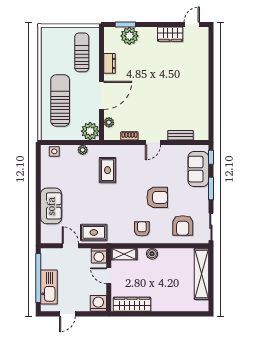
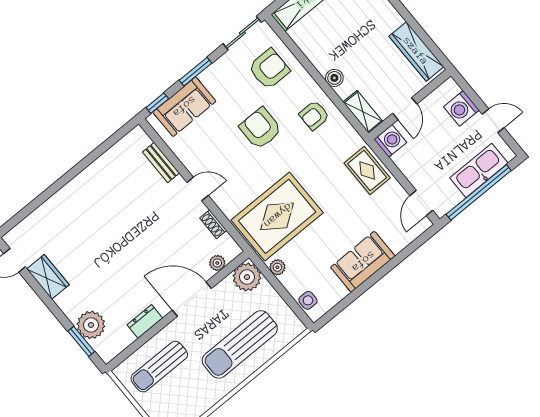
rug: (108, 170) -> (277, 216), width x1.86, depth x2.06
sofa: (51, 206) -> (363, 262), moved
door: (70, 246) -> (421, 203), moved
washing machine: (98, 303) -> (461, 108), moved

